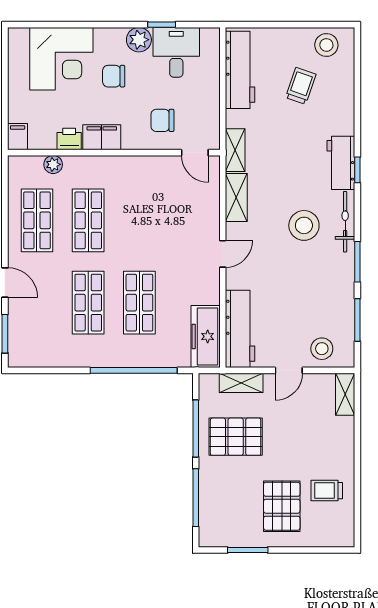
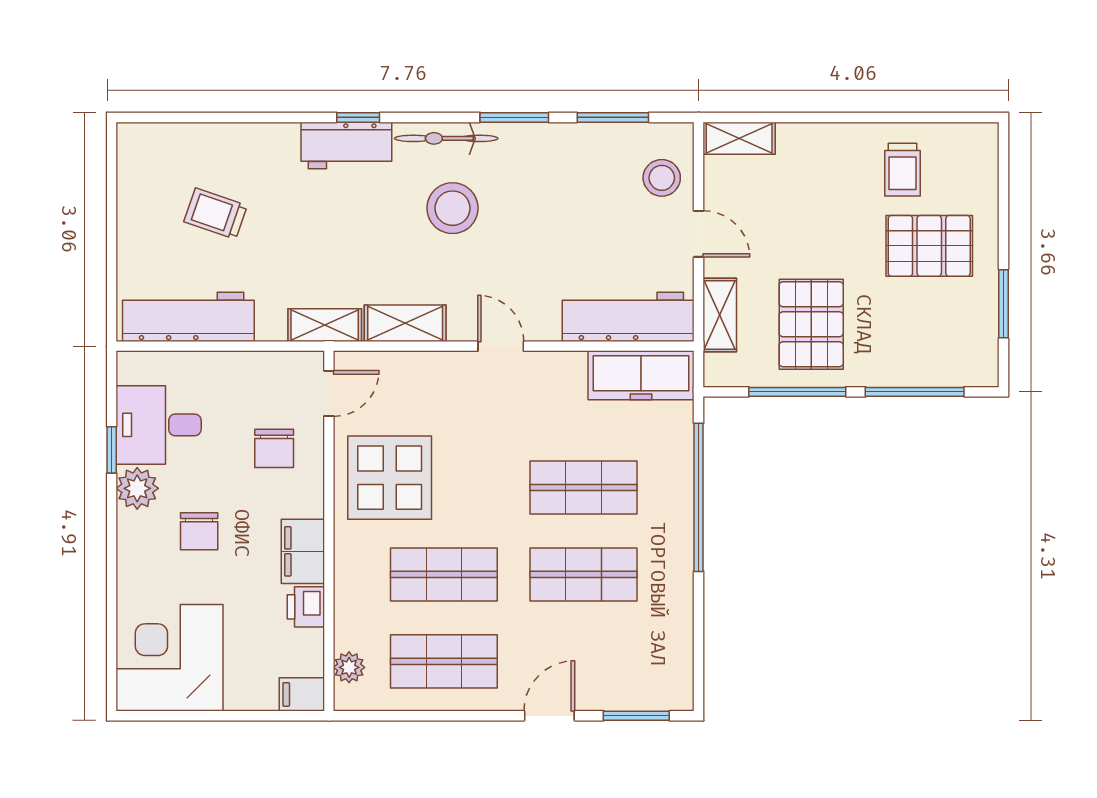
stool: (326, 45) -> (146, 170), removed
corner desk: (61, 59) -> (170, 658), moved, turned -90
plant: (53, 164) -> (349, 667), moved
display table: (145, 188) -> (390, 478), added

